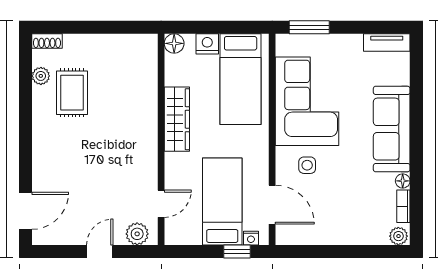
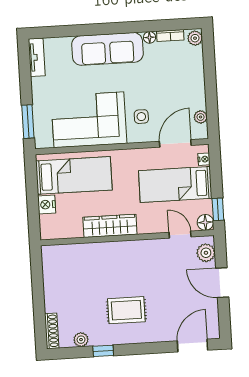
shoe rack: (47, 41) -> (52, 331), width x1.43
floor lamp: (174, 43) -> (205, 222), moved
rug: (72, 93) -> (126, 310), moved
window: (26, 102) -> (103, 351), added
door: (26, 211) -> (192, 346), hinge flipped
plant: (302, 237) -> (201, 117), added
door: (100, 252) -> (222, 283), width x1.38
window: (237, 252) -> (218, 209), moved

